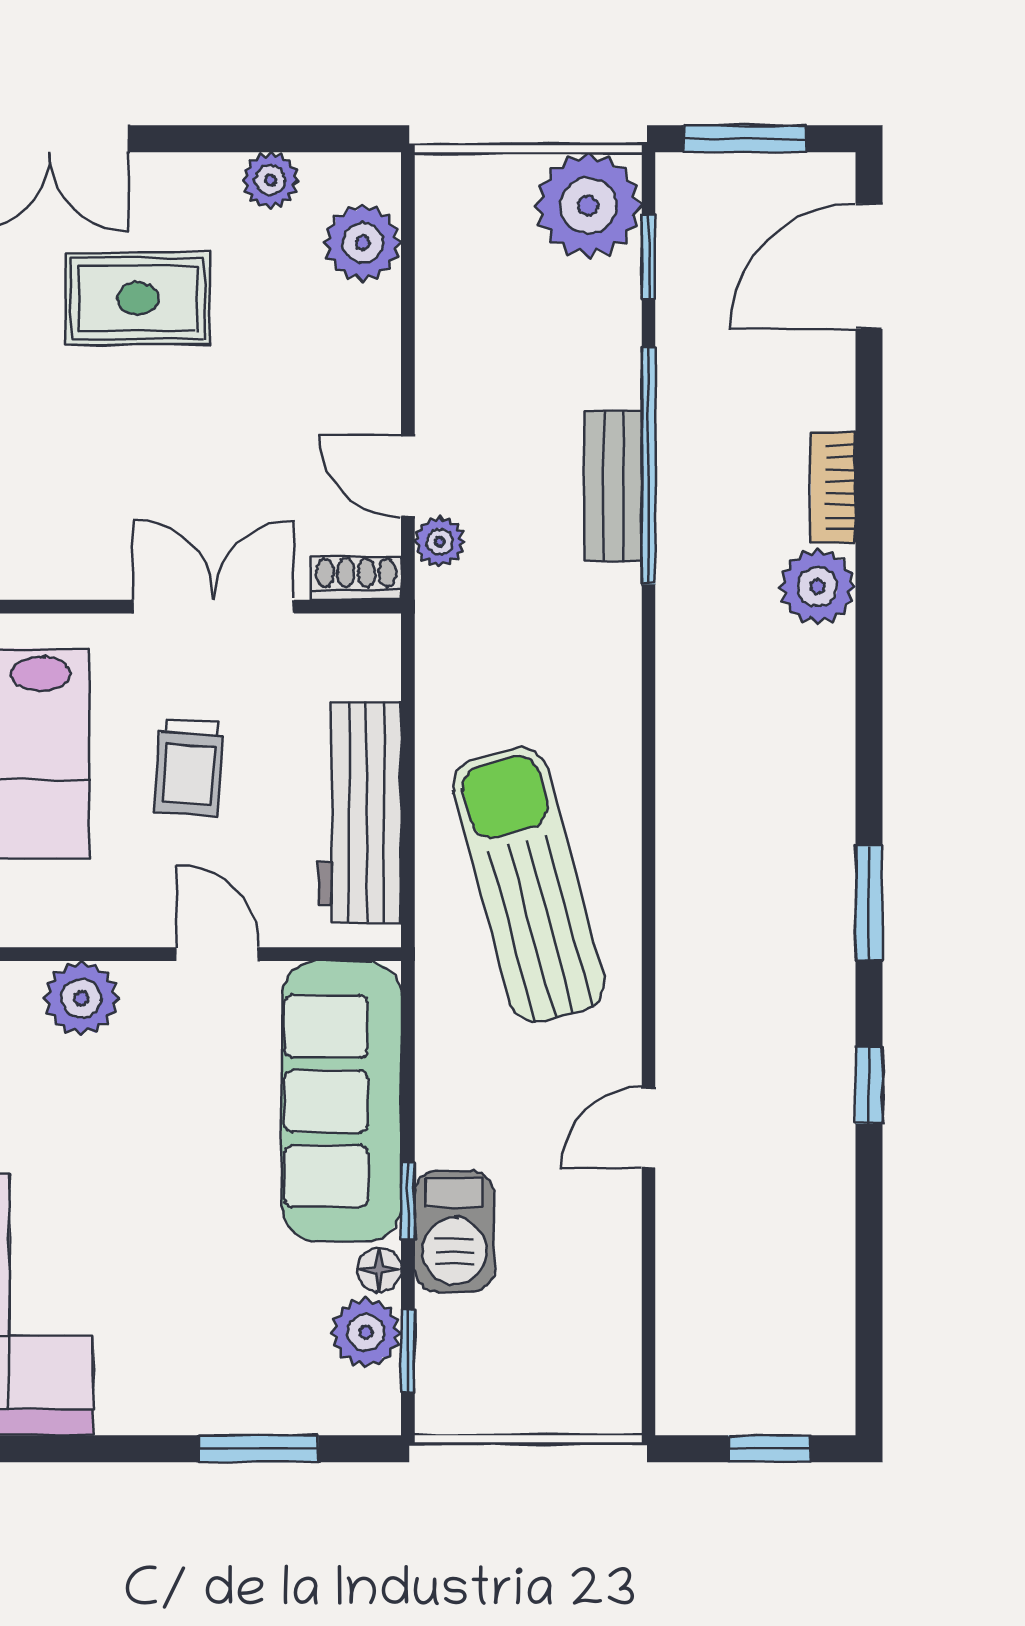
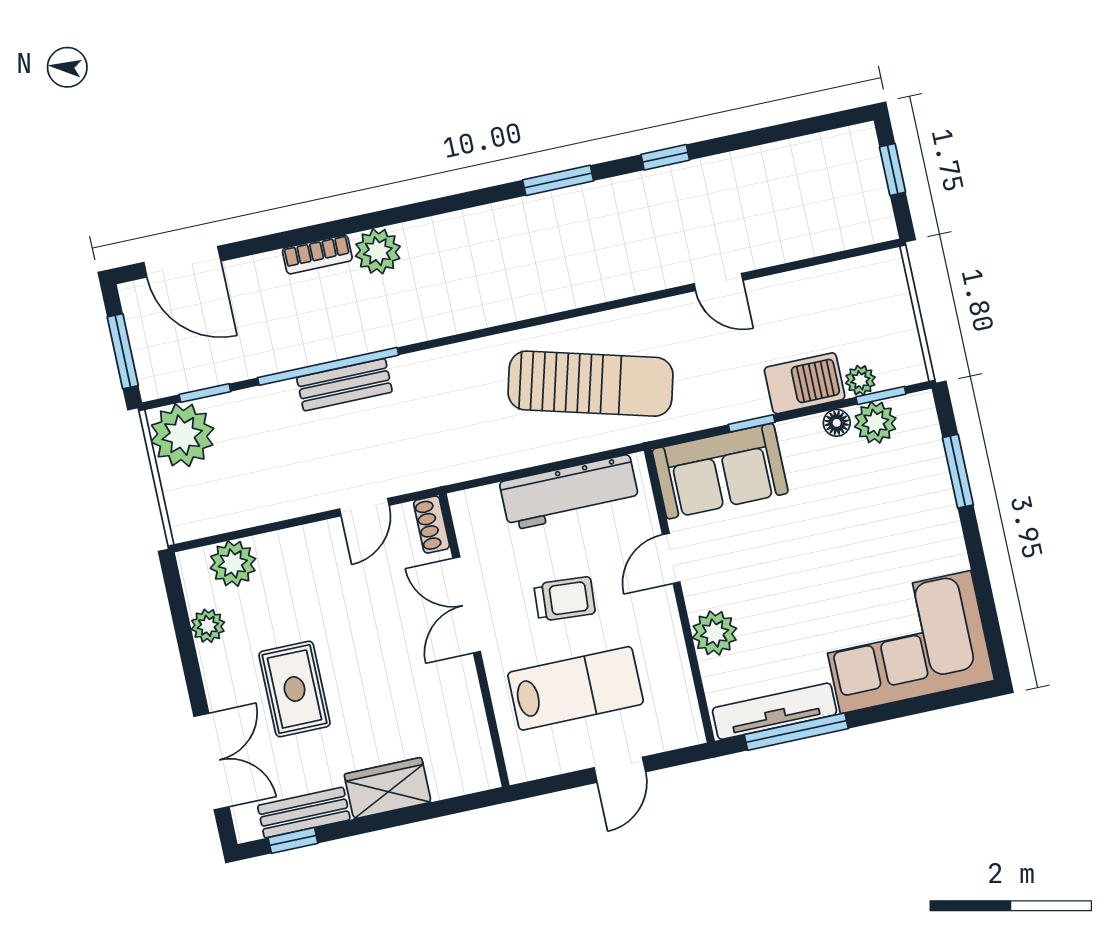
plant: (440, 542) -> (860, 380), moved
sun lounger: (529, 885) -> (591, 384), turned -150
sofa: (342, 1101) -> (720, 471), width x0.73
window: (408, 1201) -> (752, 423), moved

